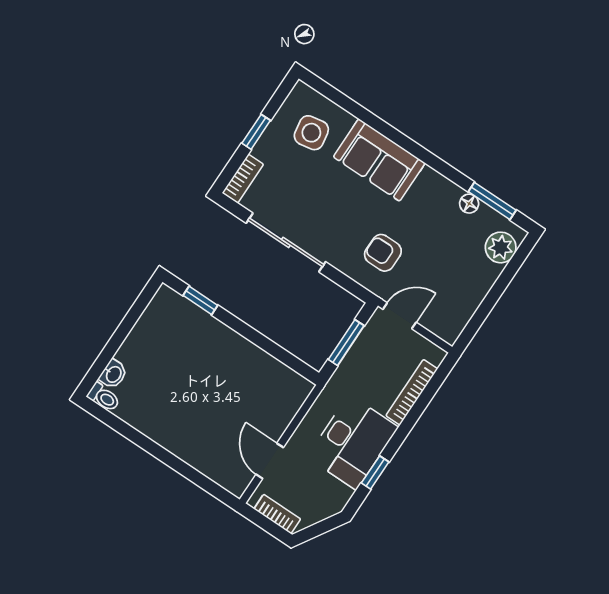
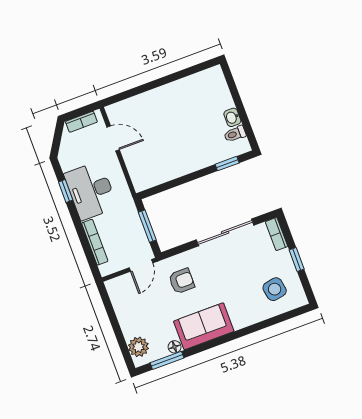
sofa: (379, 160) -> (204, 326), moved
washbasin: (113, 374) -> (232, 117), moved
toilet: (104, 397) -> (235, 134), moved

